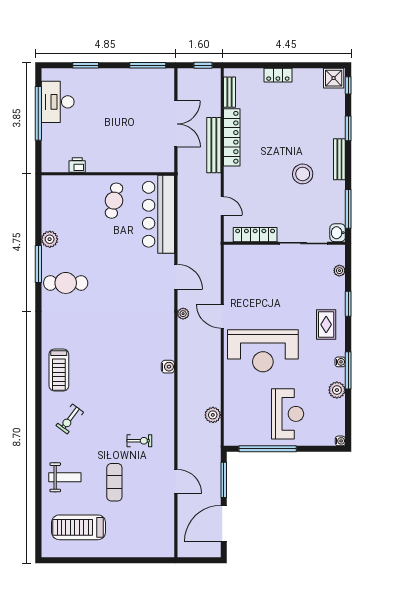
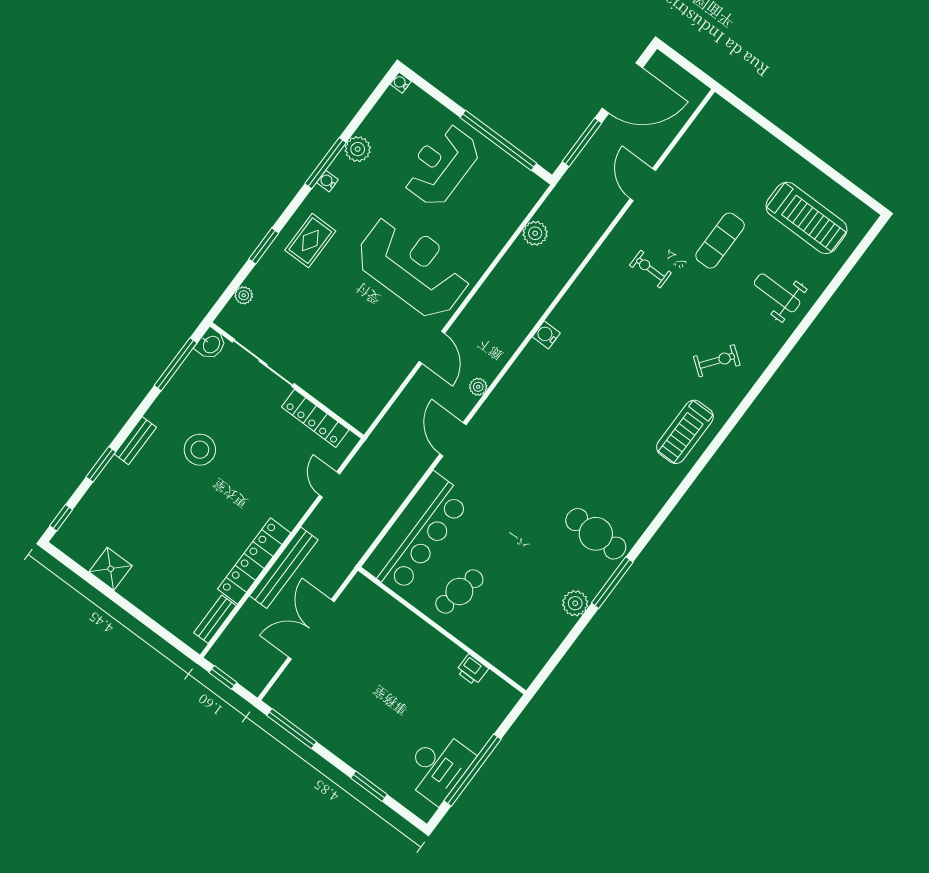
locker: (278, 75) -> (139, 596), removed
shower: (334, 78) -> (111, 569), moved
bench: (339, 159) -> (135, 441), width x0.73
treadmill: (59, 370) -> (685, 432), turned 180

